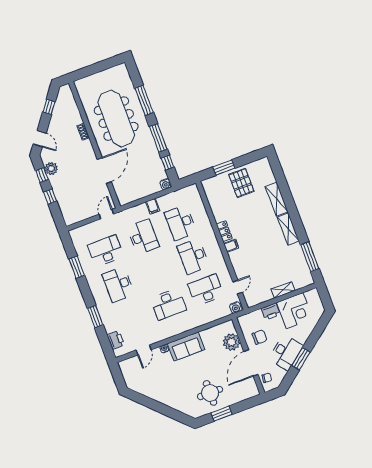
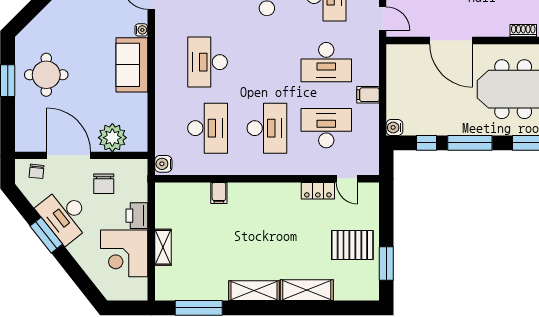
window: (224, 168) -> (386, 264), moved
locker: (224, 231) -> (318, 191), moved
filing cabinet: (231, 246) -> (219, 193), moved
desk: (193, 256) -> (267, 128), turned 90
door: (238, 287) -> (347, 179), moved

